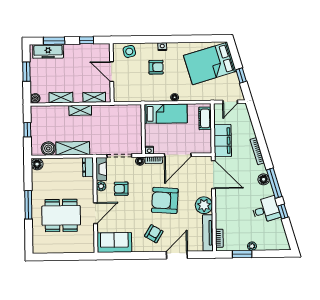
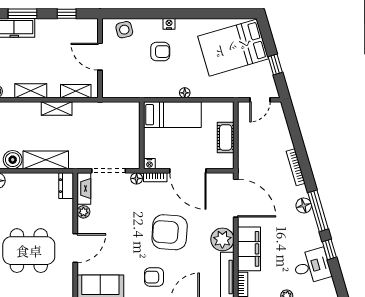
cot: (205, 118) -> (226, 137), moved
filing cabinet: (223, 141) -> (249, 249), moved
door: (178, 155) -> (188, 171), hinge flipped
armchair: (121, 189) -> (111, 215), removed
desk: (266, 210) -> (312, 266), moved
armchair: (154, 234) -> (154, 277), turned -121

